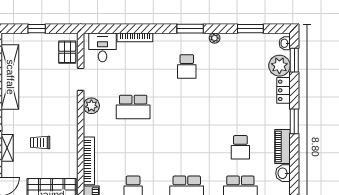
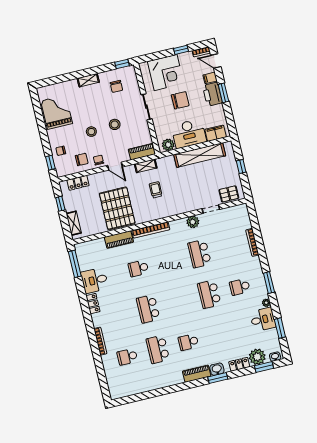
desk: (103, 47) -> (263, 319), moved
school desk: (187, 107) -> (209, 294), added
washbasin: (283, 173) -> (217, 369), moved

